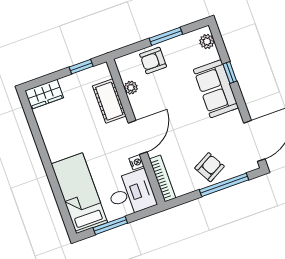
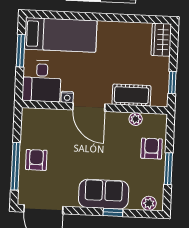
armchair: (210, 167) -> (36, 160), turned -151
bookcase: (162, 179) -> (43, 114), removed

